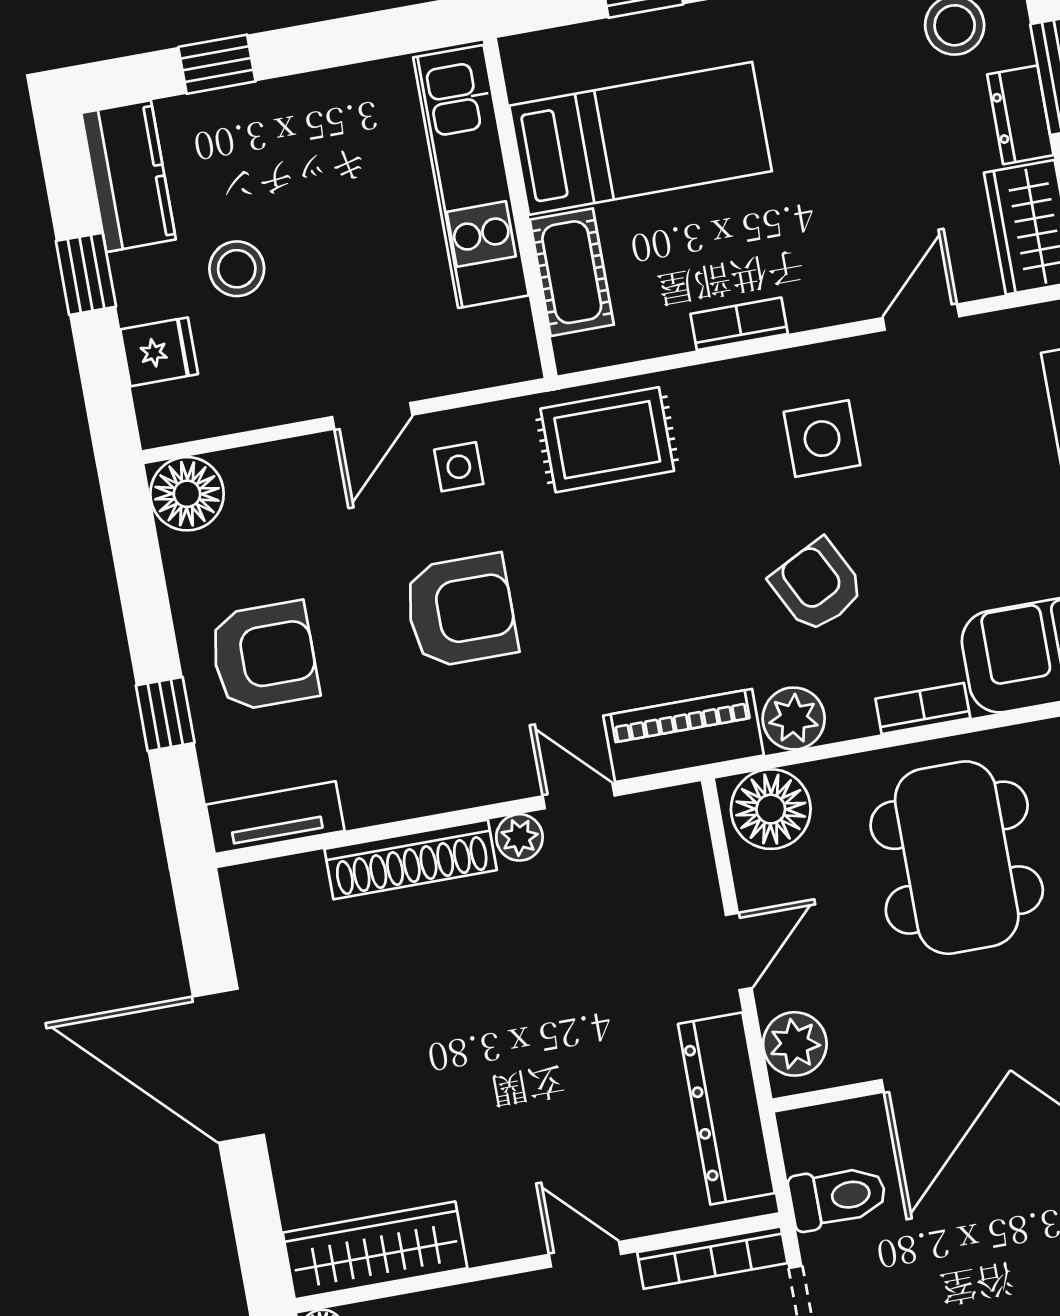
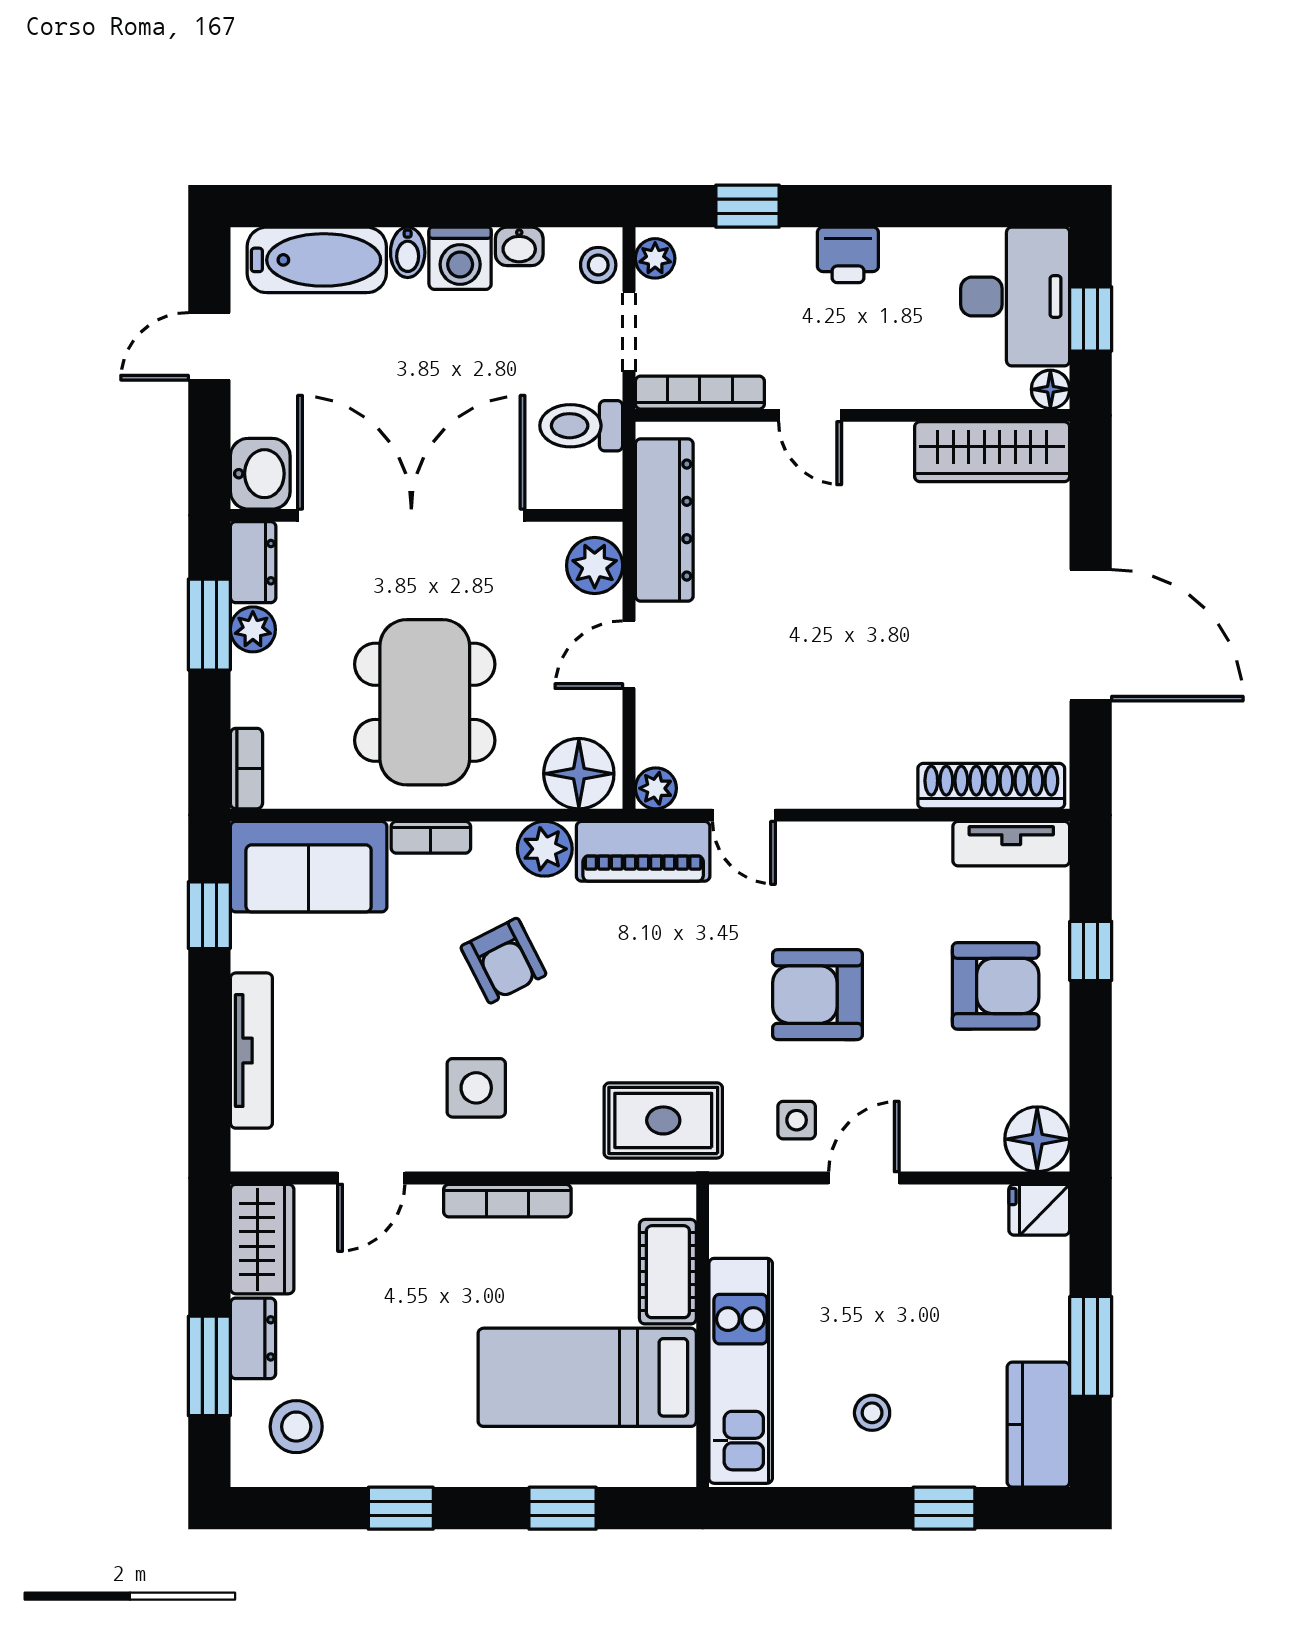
stool: (237, 269) -> (872, 1413), moved, width x0.73, depth x0.73
window: (86, 274) -> (1091, 1346), width x1.50
bookcase: (739, 324) -> (507, 1201), width x1.56
fridge: (159, 352) -> (1039, 1210), moved
armchair: (264, 656) -> (996, 986), turned 180
plant: (519, 837) -> (656, 788), moved
shoe rack: (411, 859) -> (991, 786), moved

